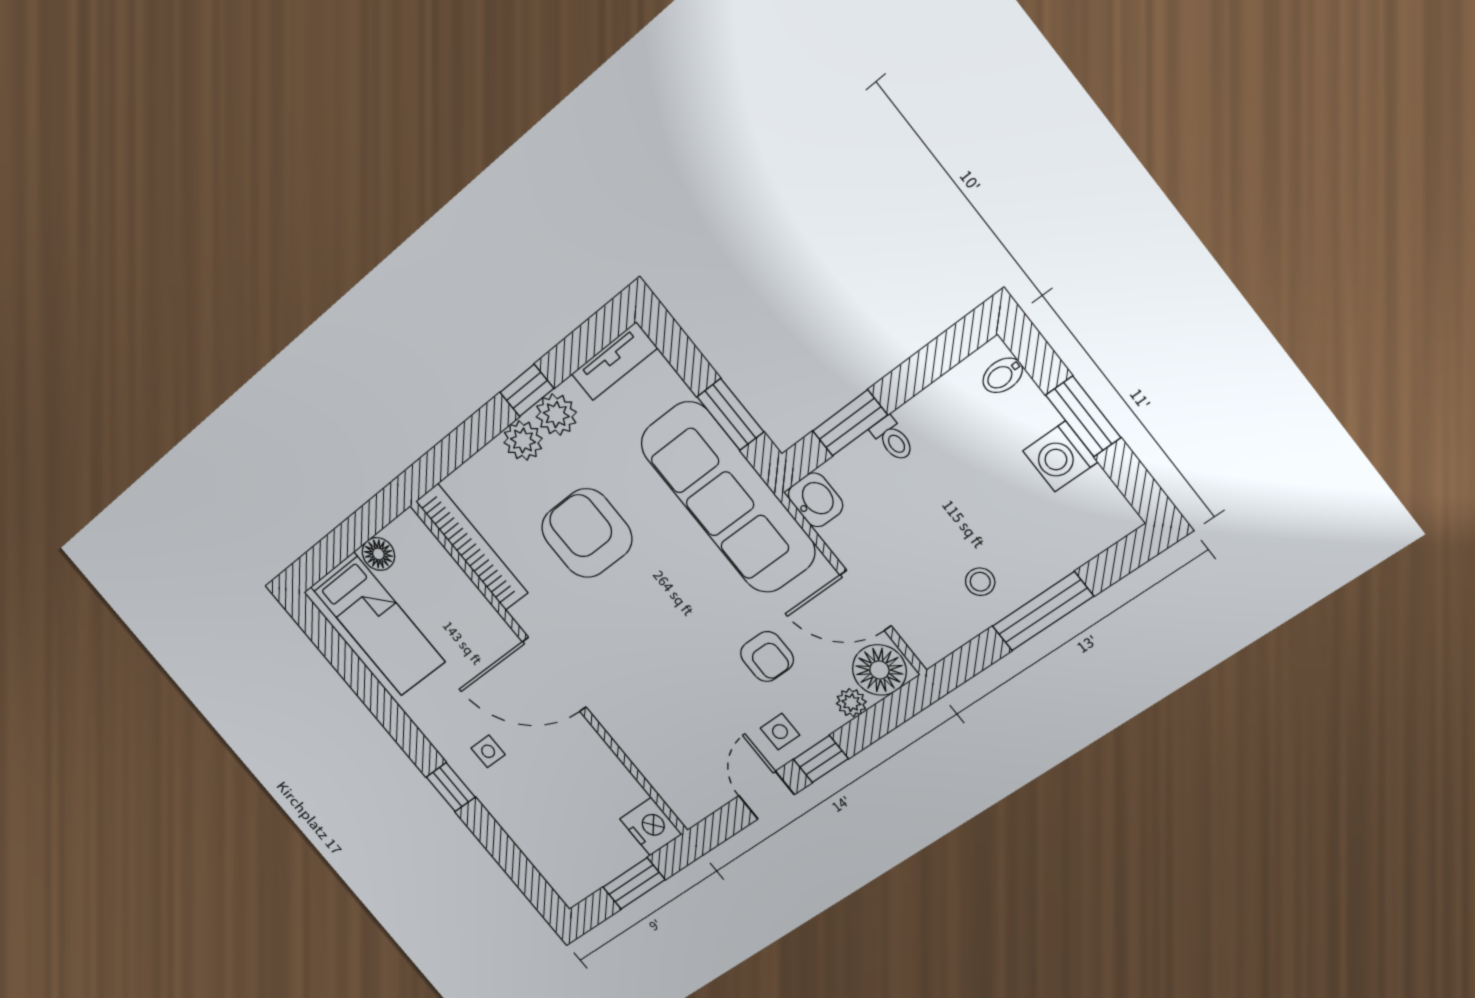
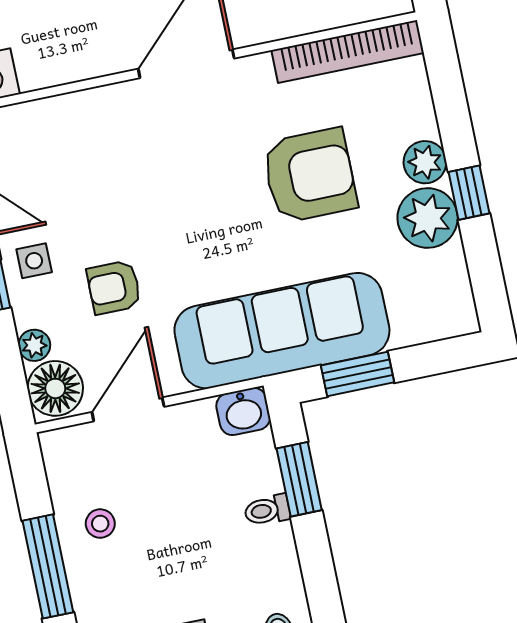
tv unit: (614, 361) -> (456, 292), removed
plant: (556, 415) -> (428, 218), width x1.36, depth x1.36

